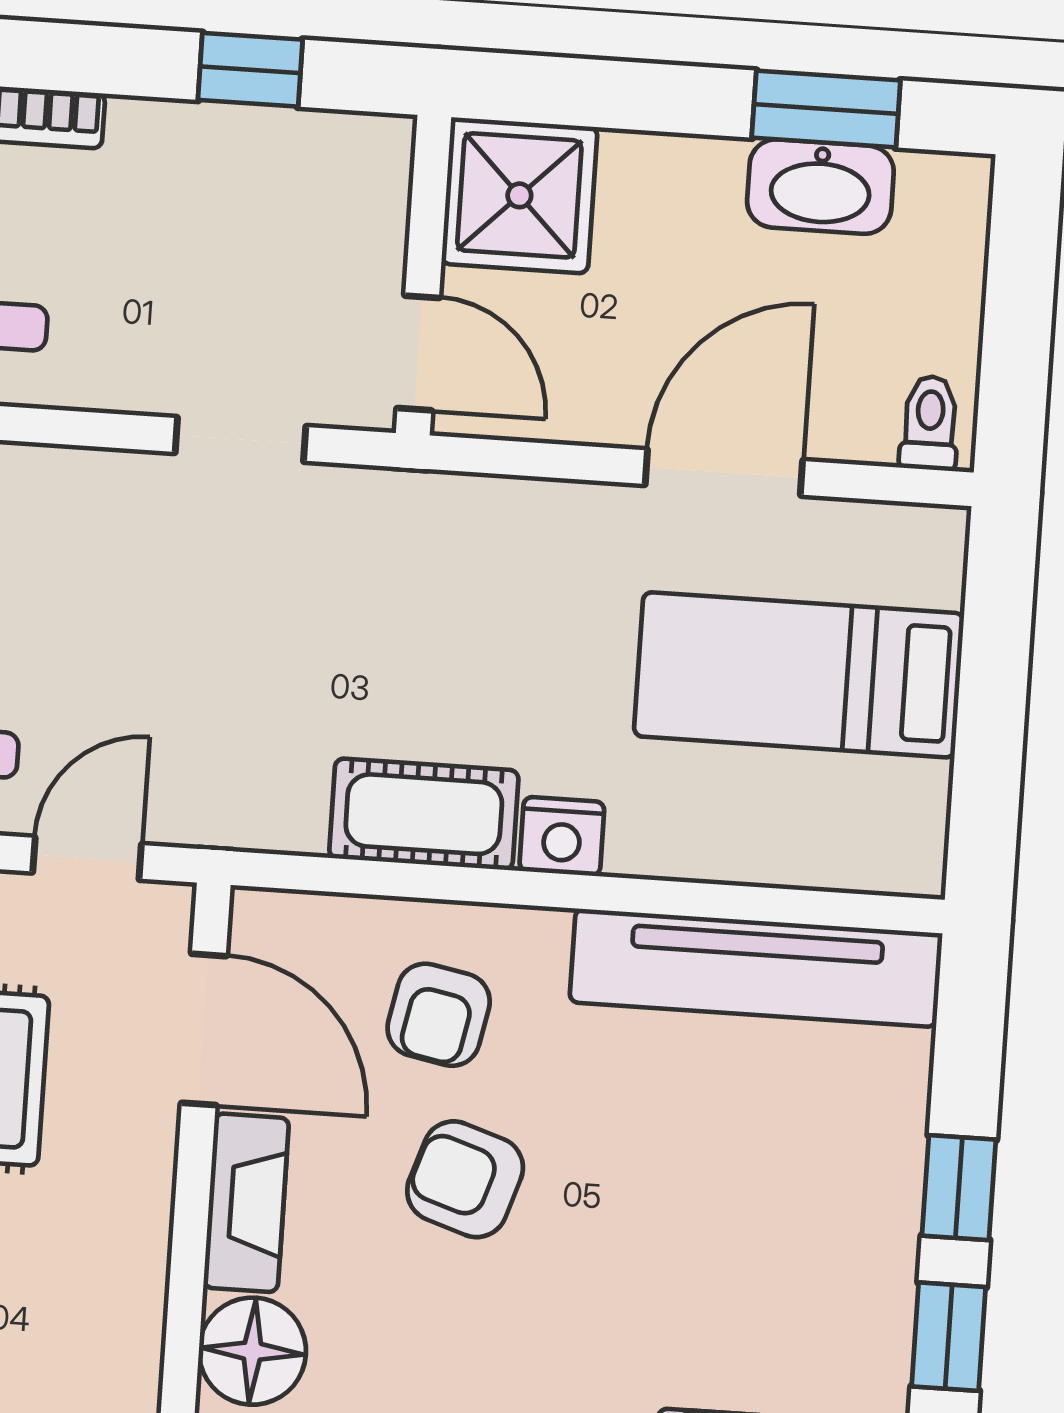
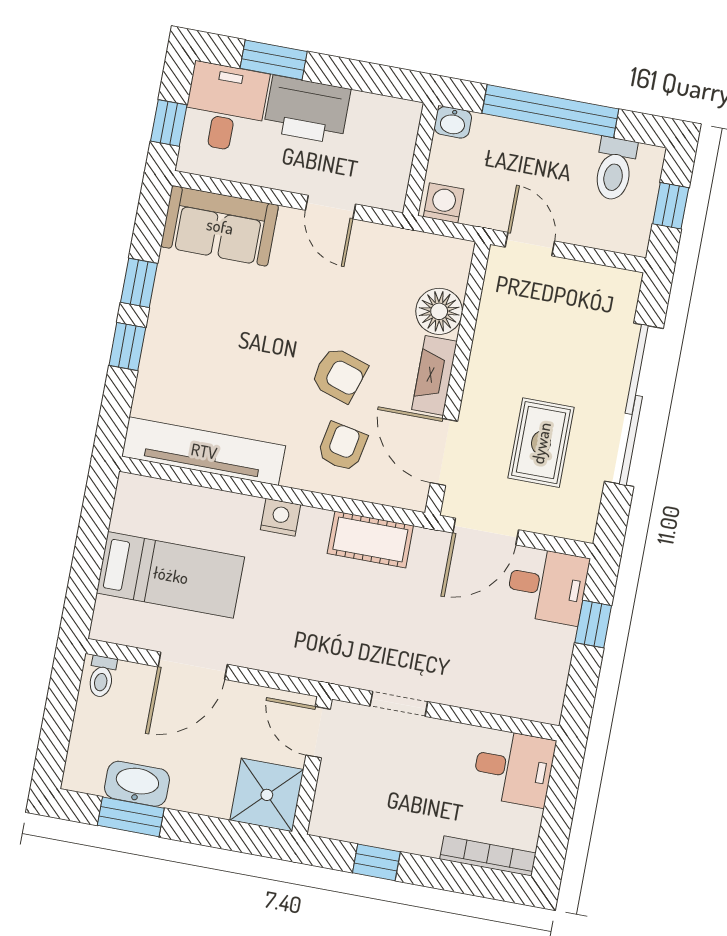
cot: (424, 814) -> (370, 540), moved
door: (87, 858) -> (486, 531), width x1.38

